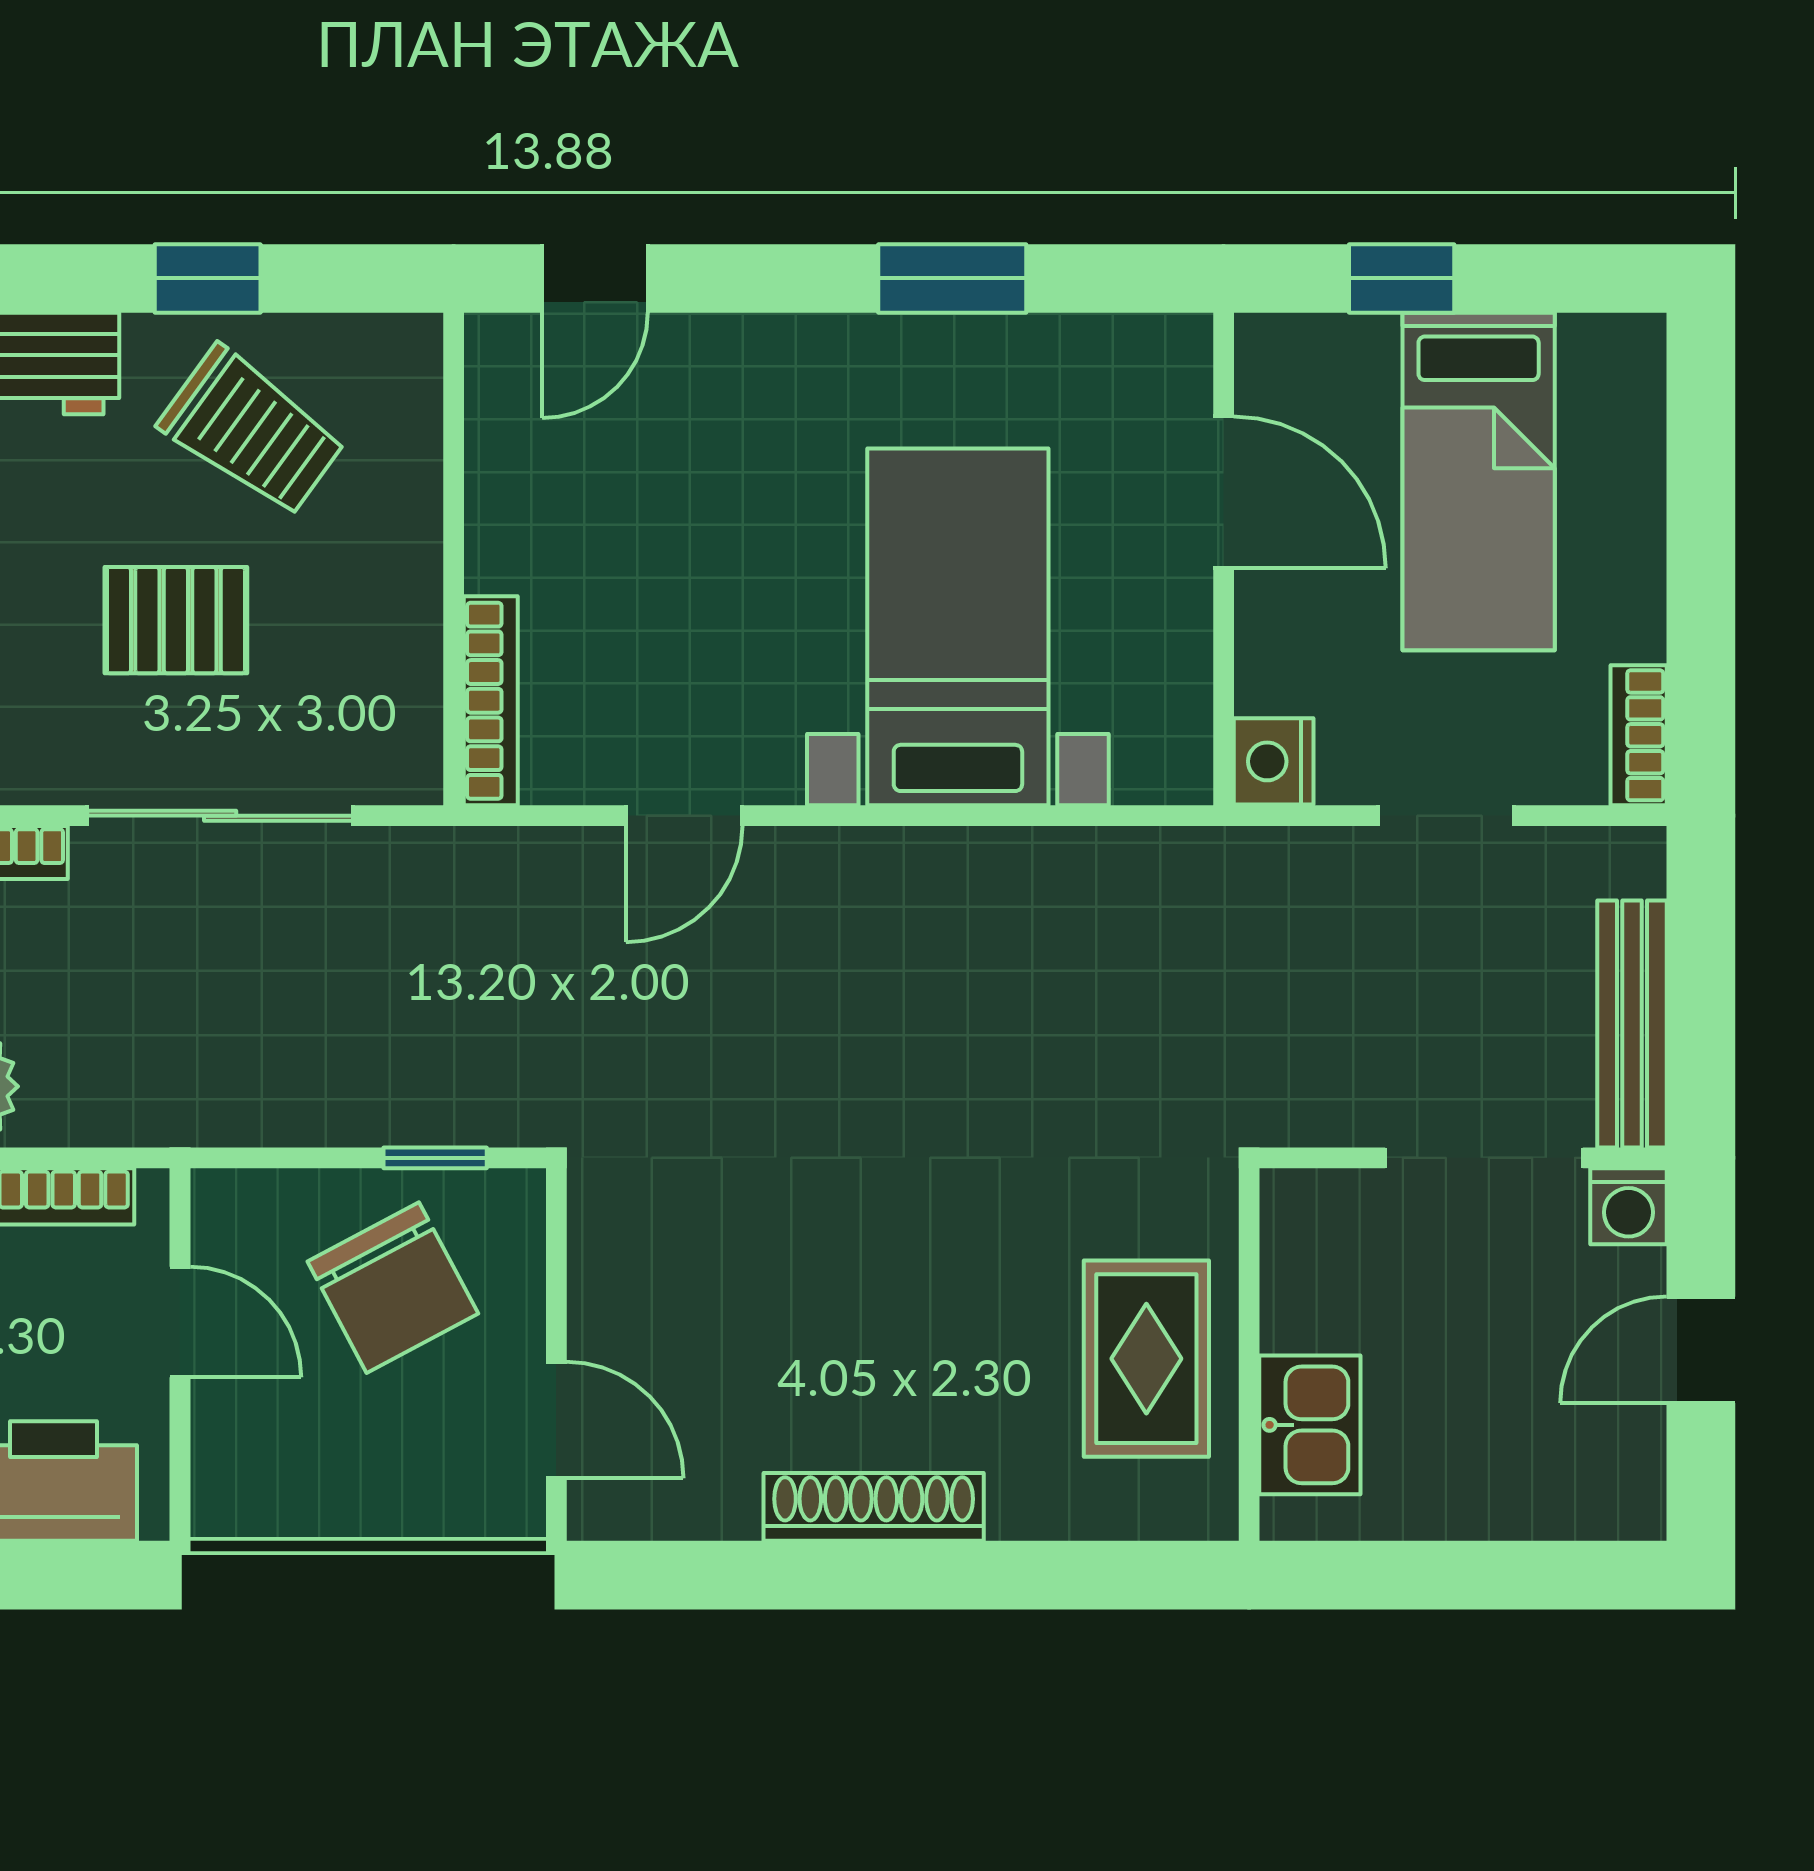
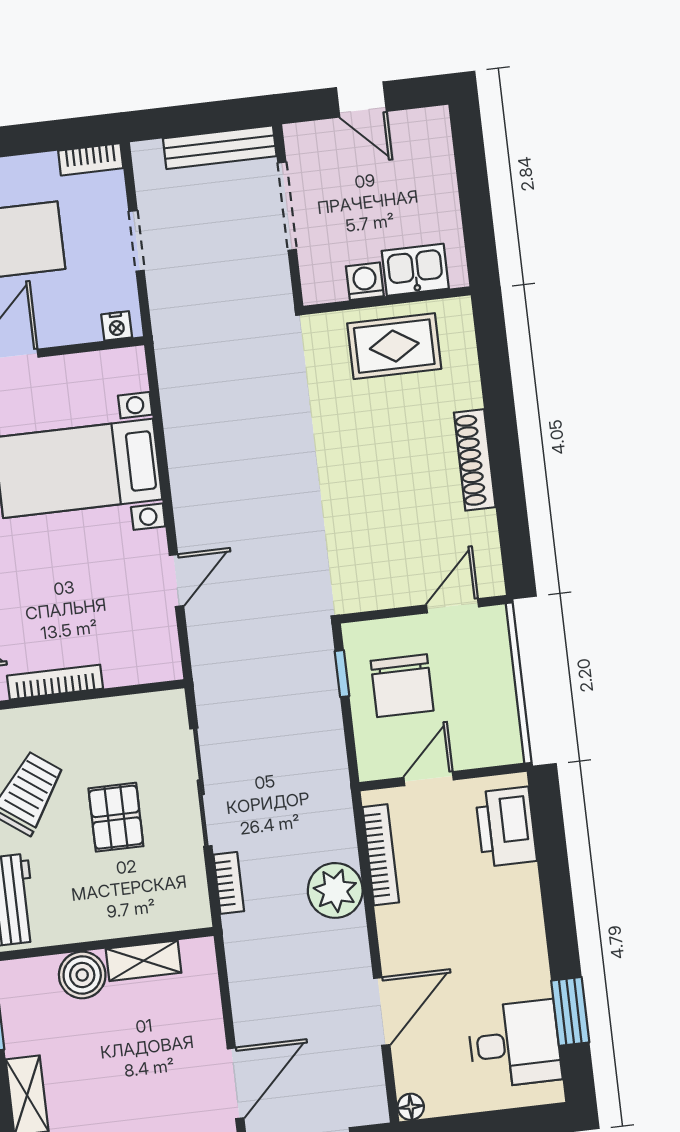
bookcase: (491, 701) -> (55, 682), moved
nightstand: (1274, 761) -> (117, 326), width x0.72, depth x0.74
door: (684, 816) -> (176, 581), hinge flipped
washing machine: (1628, 1206) -> (365, 281), moved, turned -90
chair: (393, 1288) -> (402, 686), turned 118

